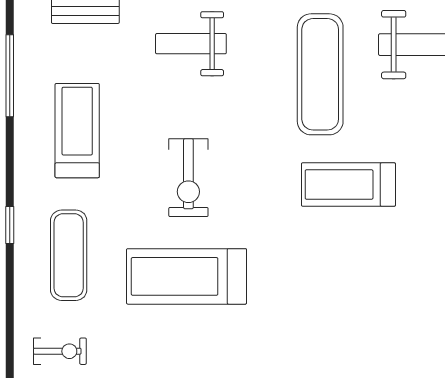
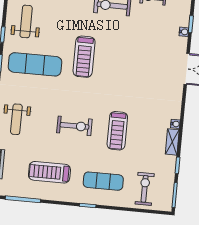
treadmill: (187, 276) -> (117, 131), width x0.73, depth x0.73
exercise bike: (60, 351) -> (145, 189), width x1.38, depth x1.39

